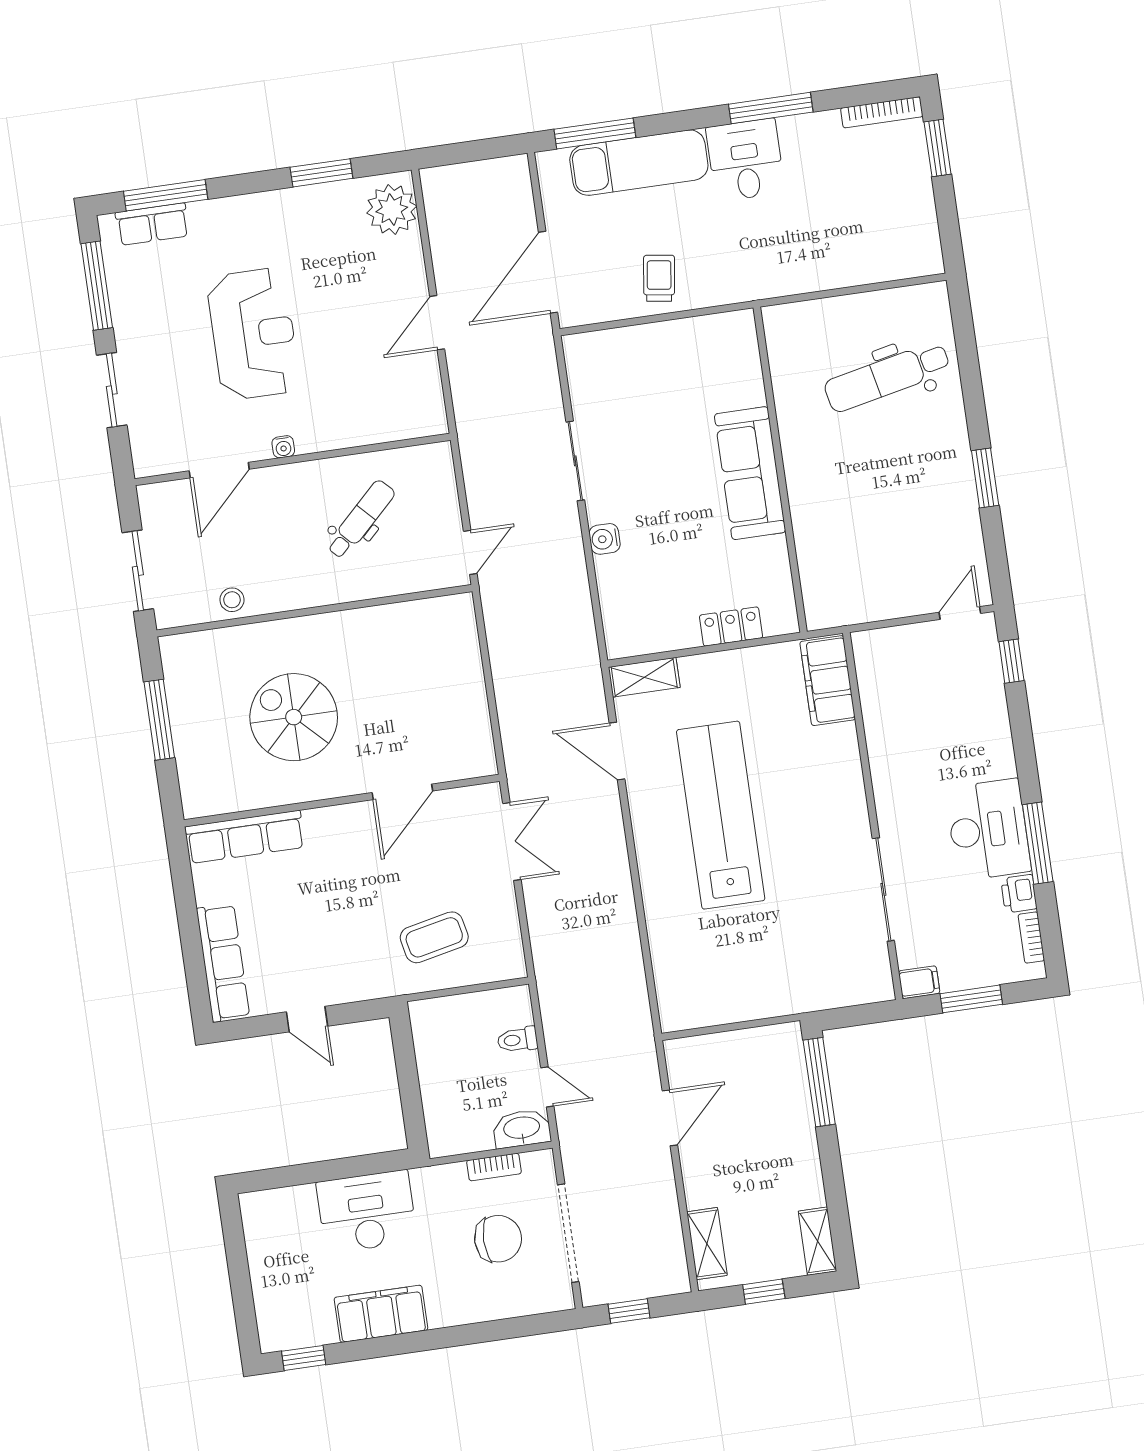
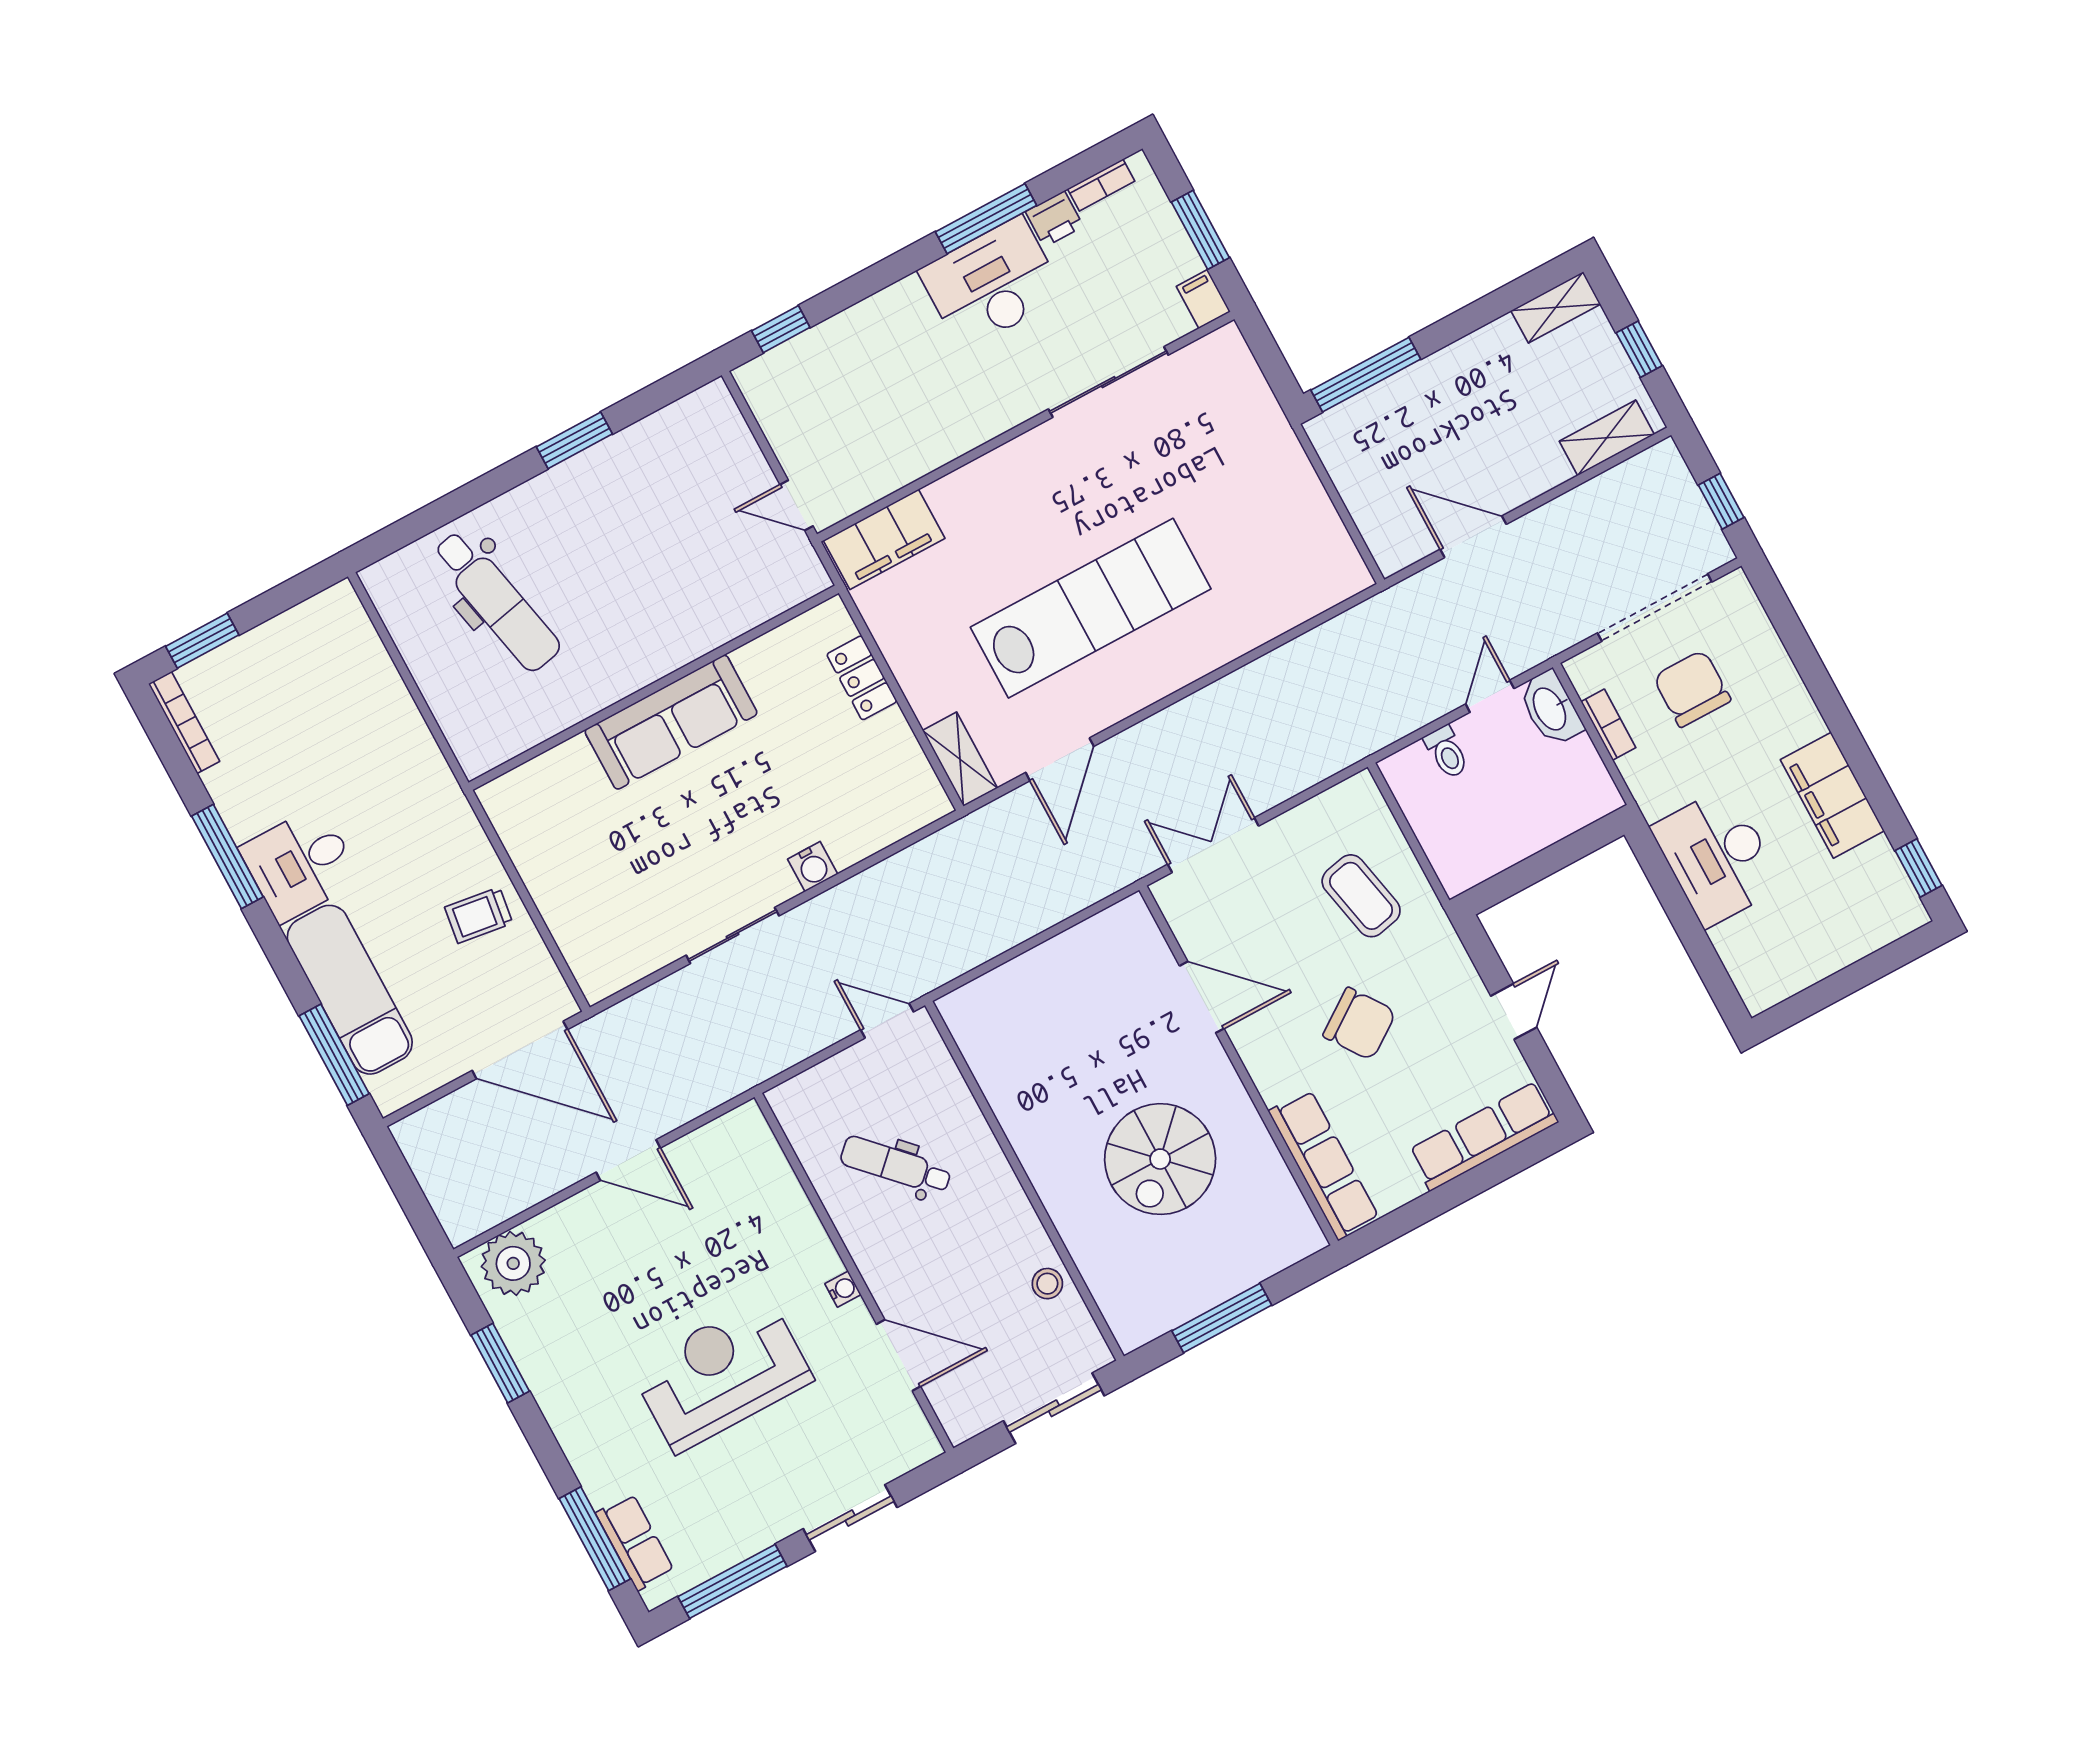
door: (960, 613) -> (797, 505), moved
lab bench: (721, 815) -> (1091, 608), turned 180
chair: (340, 902) -> (1360, 1024), added

